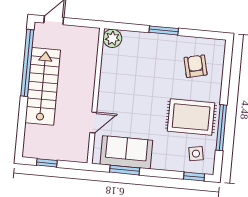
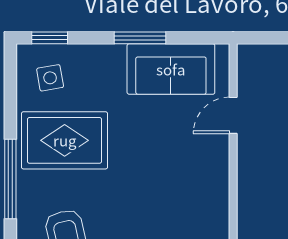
window: (221, 128) -> (10, 179), moved
window: (125, 170) -> (140, 38), moved

